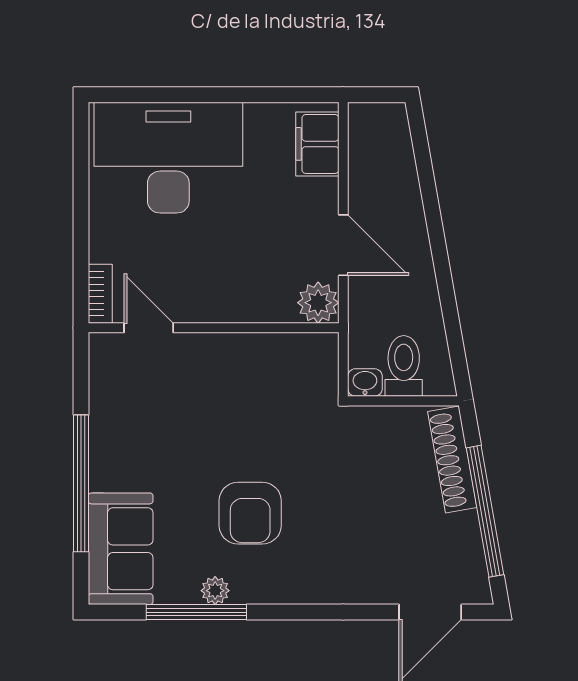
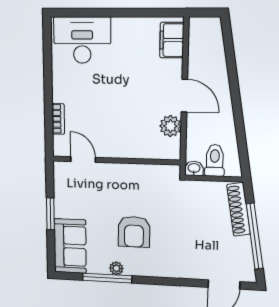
desk: (168, 158) -> (82, 40), width x0.73, depth x0.77
door: (149, 328) -> (83, 159), moved
wall: (214, 328) -> (116, 160), moved
window: (81, 483) -> (50, 214), width x0.47

